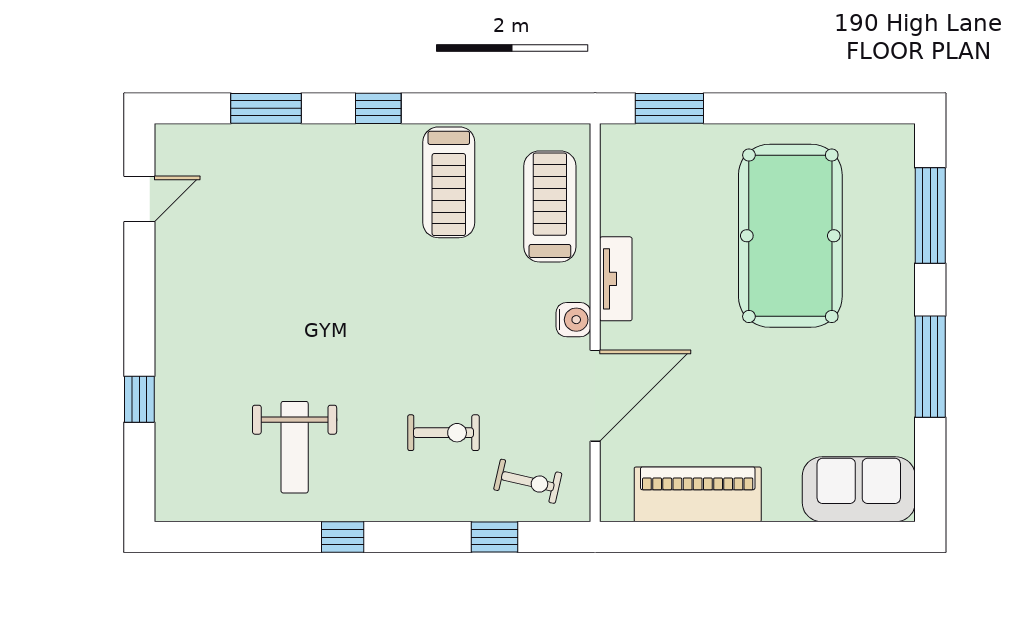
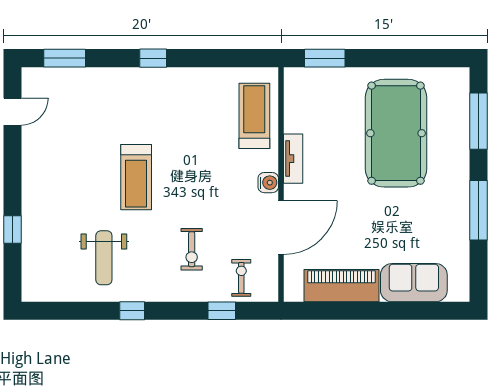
window: (266, 108) -> (65, 58), moved
treadmill: (449, 182) -> (136, 177), moved
exercise bike: (444, 433) -> (192, 249), turned 90
exercise bike: (528, 481) -> (241, 278), turned -103
sofa: (859, 489) -> (414, 283), moved

